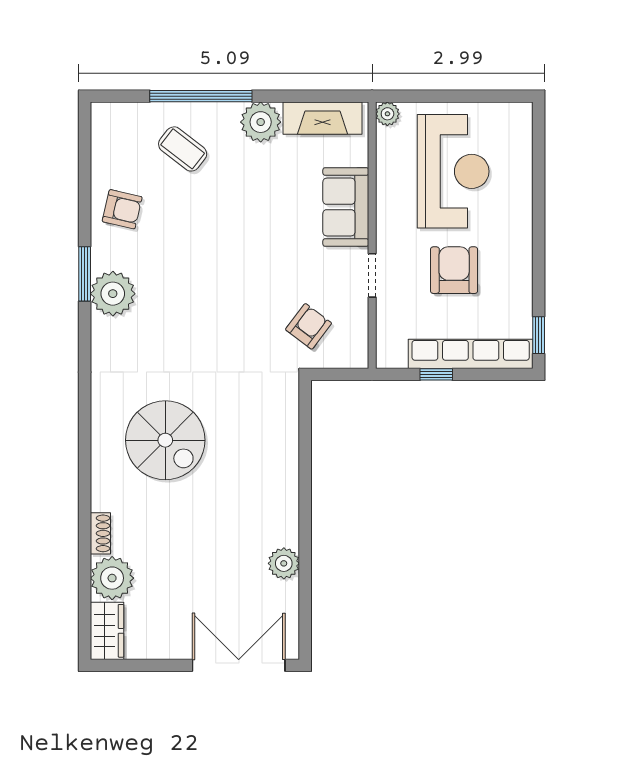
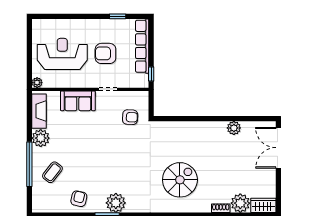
armchair: (309, 326) -> (130, 117), turned 146
window: (539, 335) -> (118, 16), moved
window: (436, 374) -> (151, 74), moved

